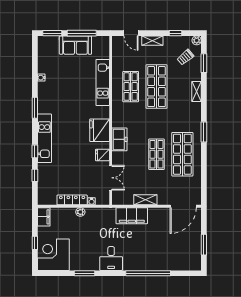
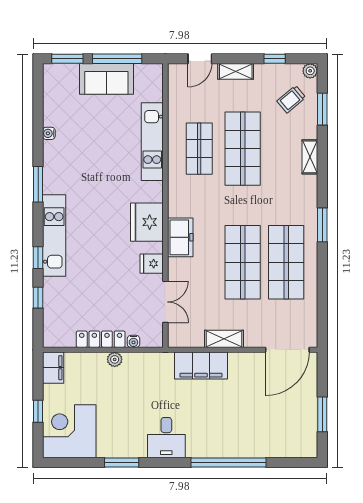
door: (131, 33) -> (200, 59), hinge flipped
shop shelf: (157, 154) -> (243, 262), width x1.43, depth x1.36

